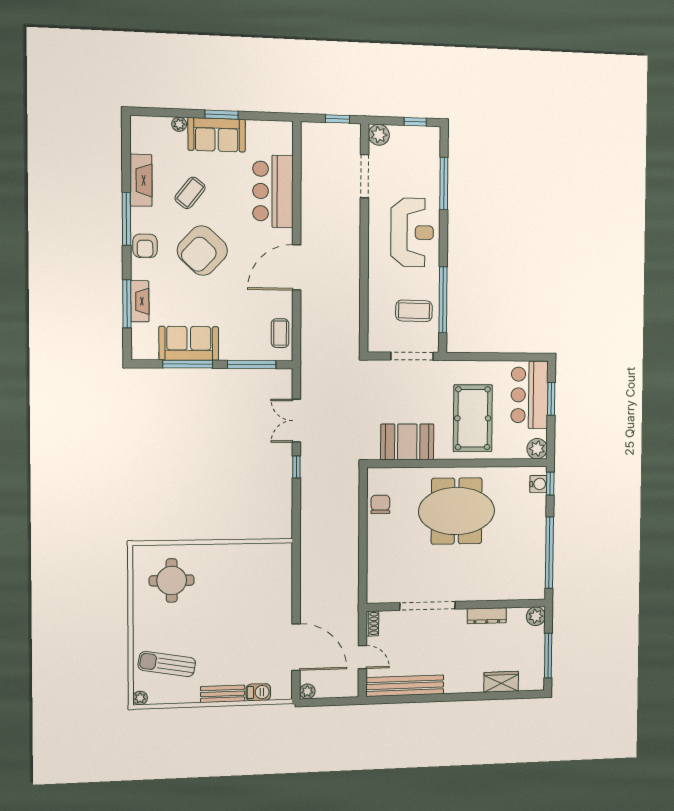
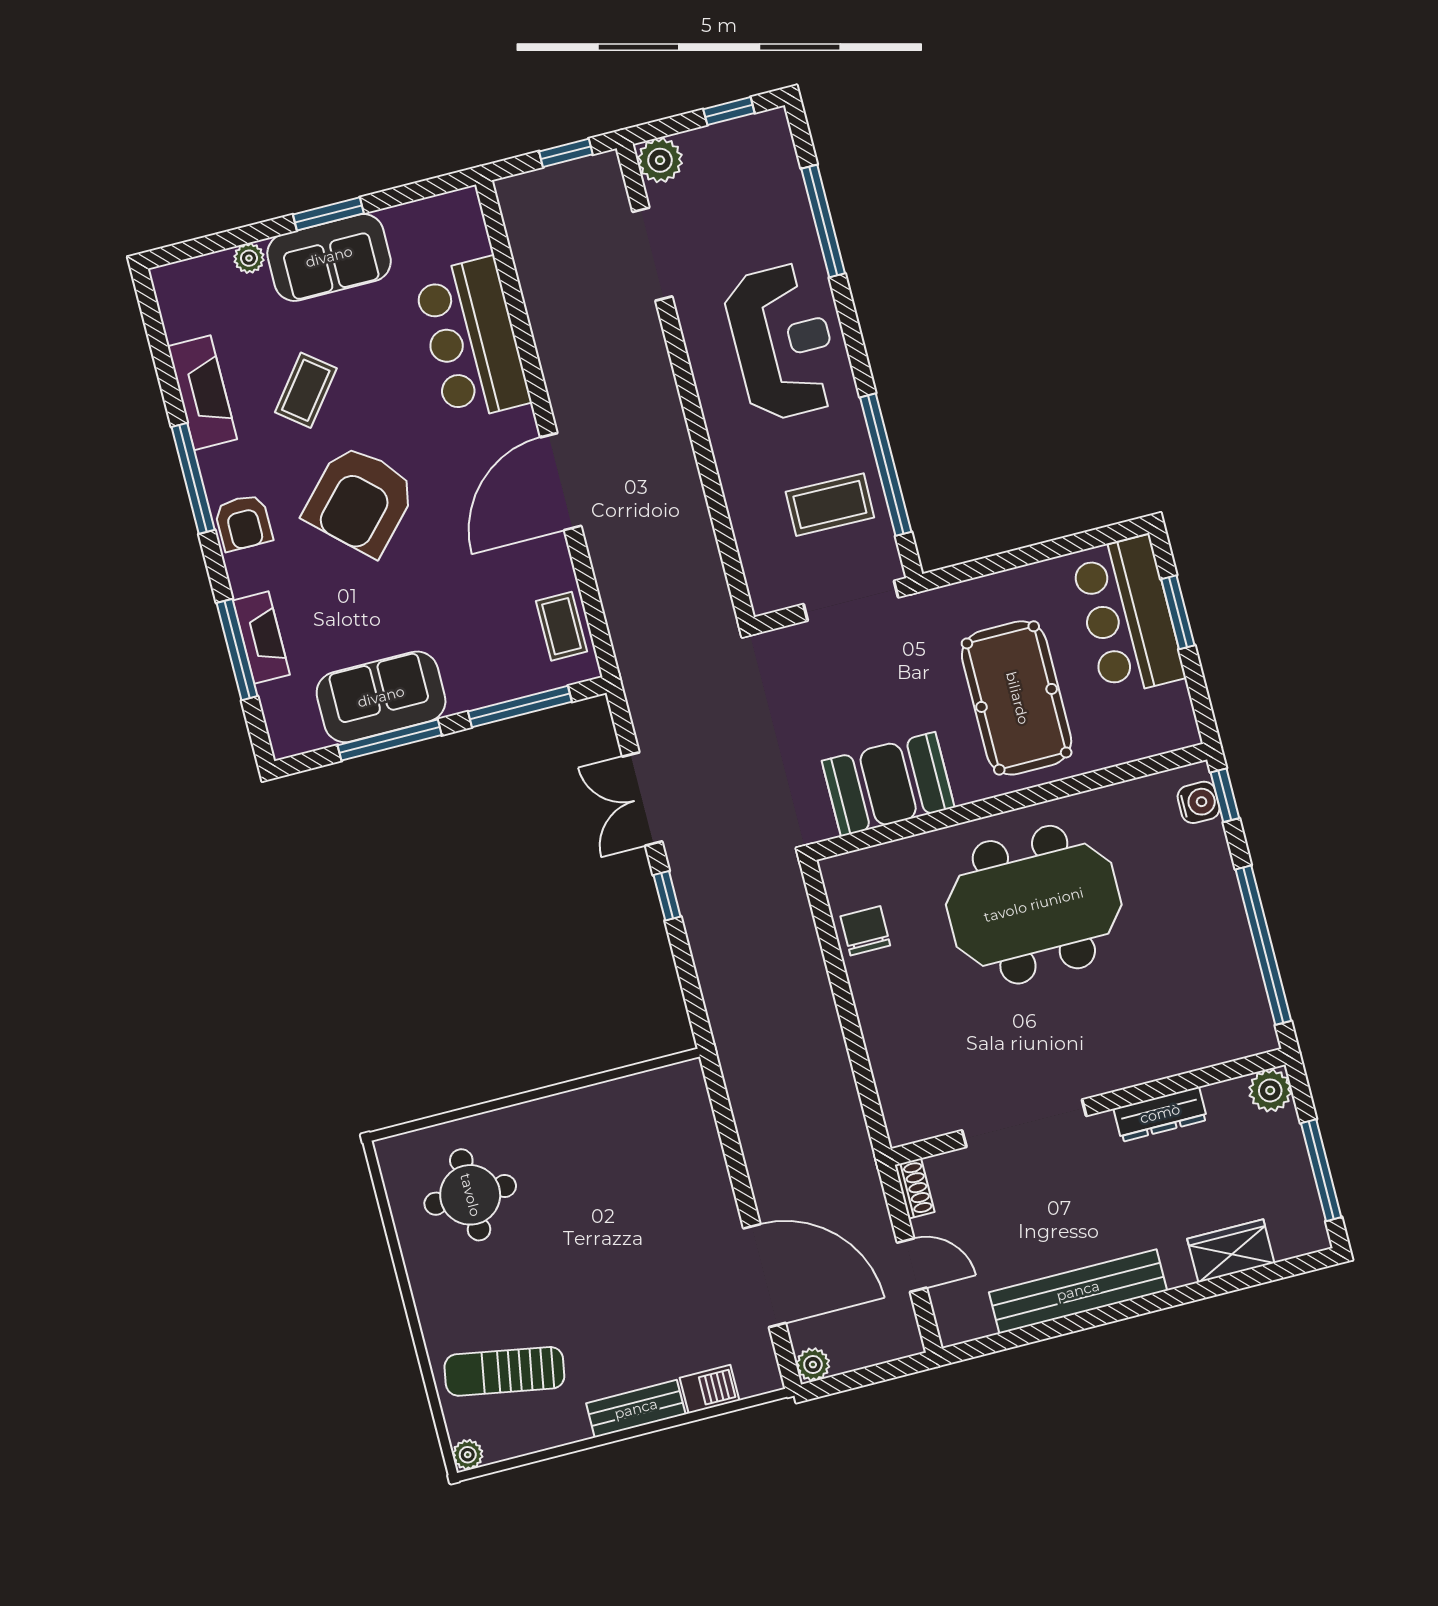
plant: (537, 449) -> (1175, 727), removed
bench: (405, 686) -> (1078, 1291), moved

